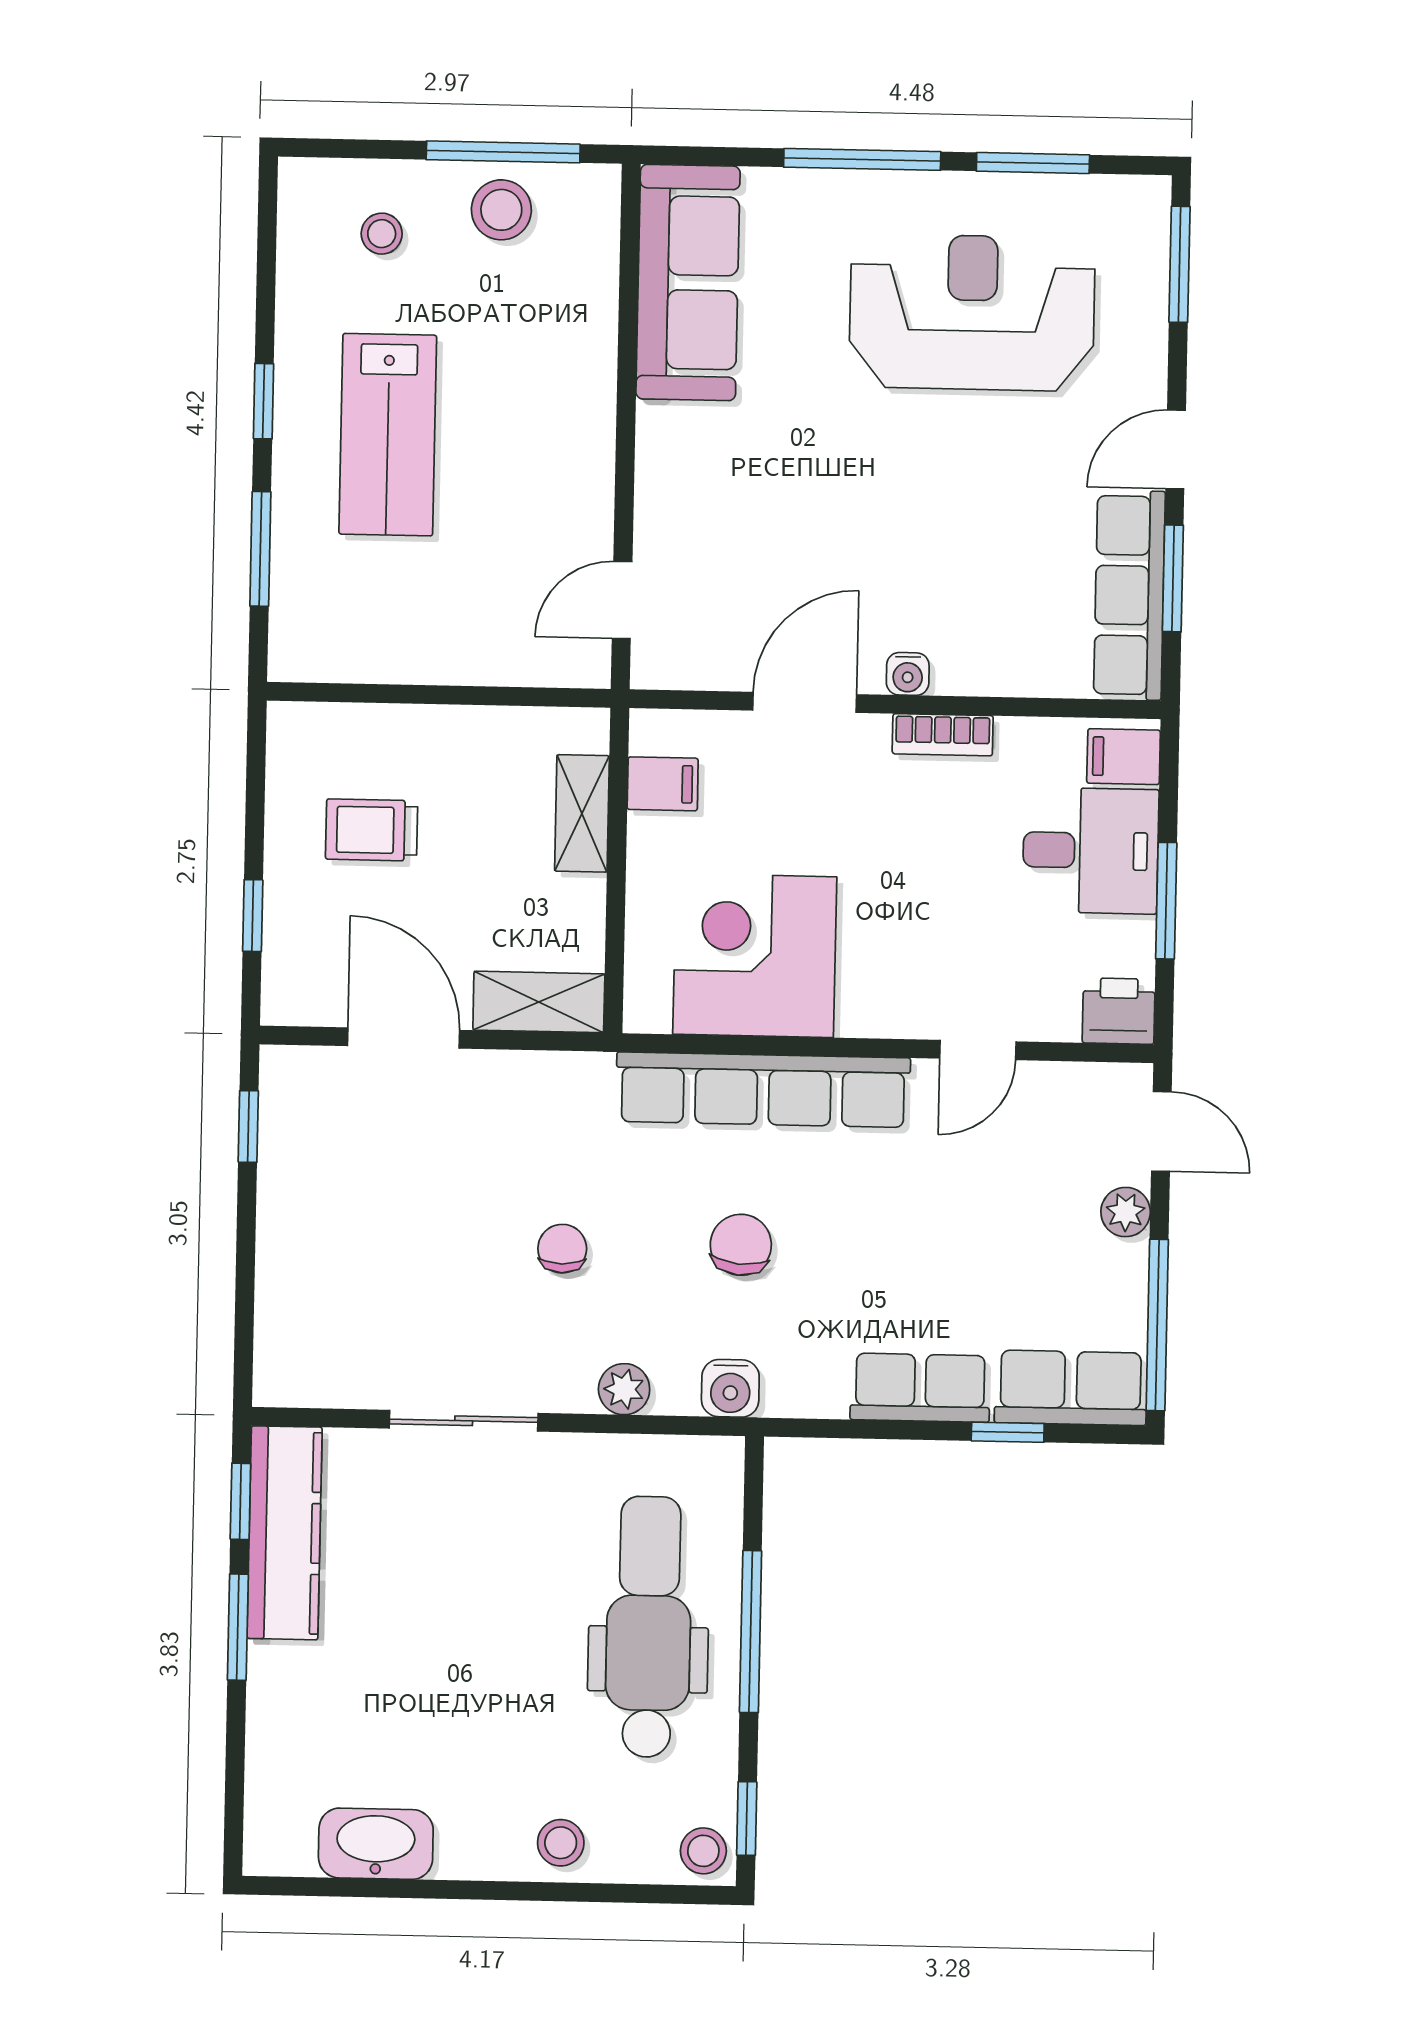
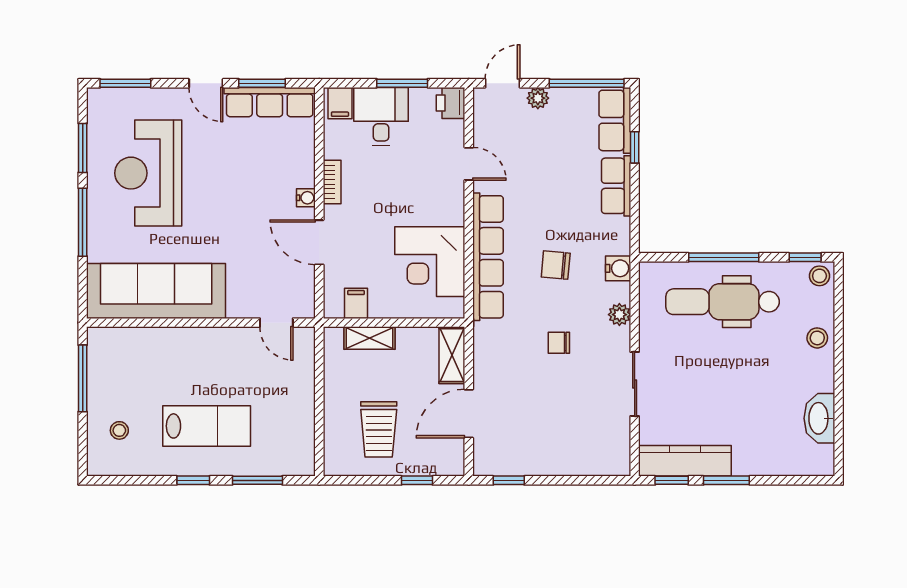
stool: (501, 210) -> (108, 379), removed
sofa: (688, 283) -> (156, 291), width x1.36, depth x1.27
trolley: (372, 830) -> (379, 429), width x1.36, depth x1.39

